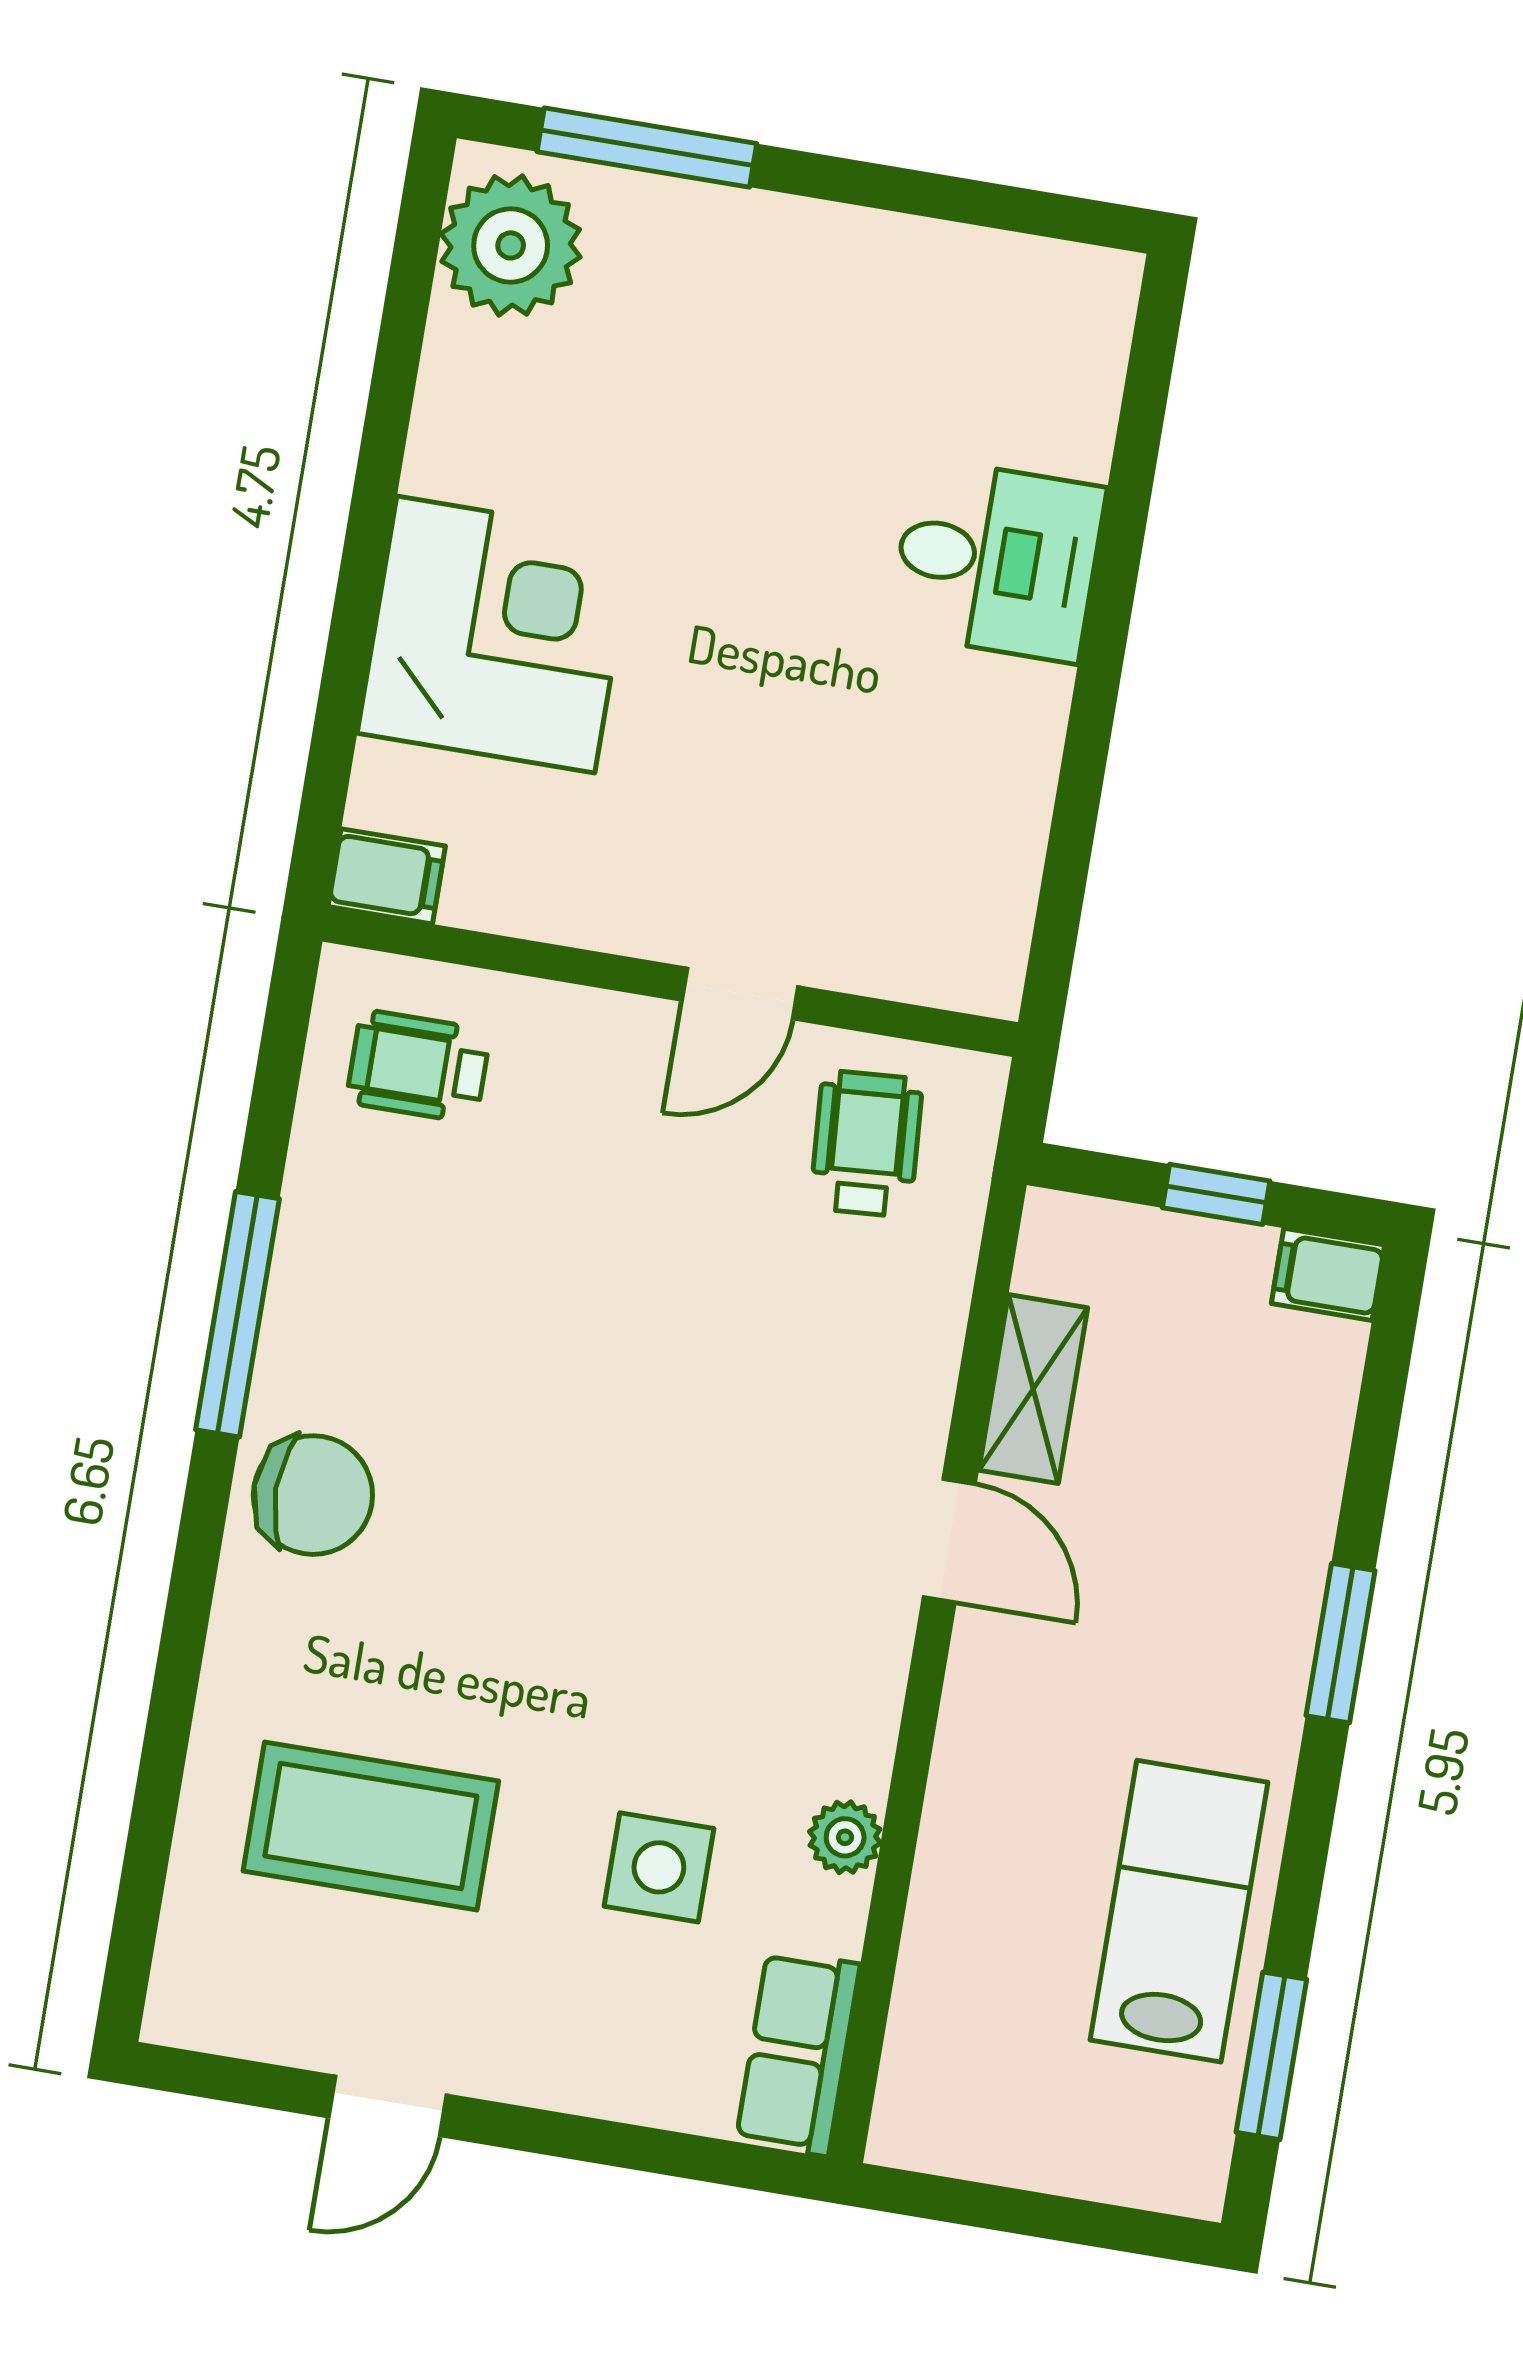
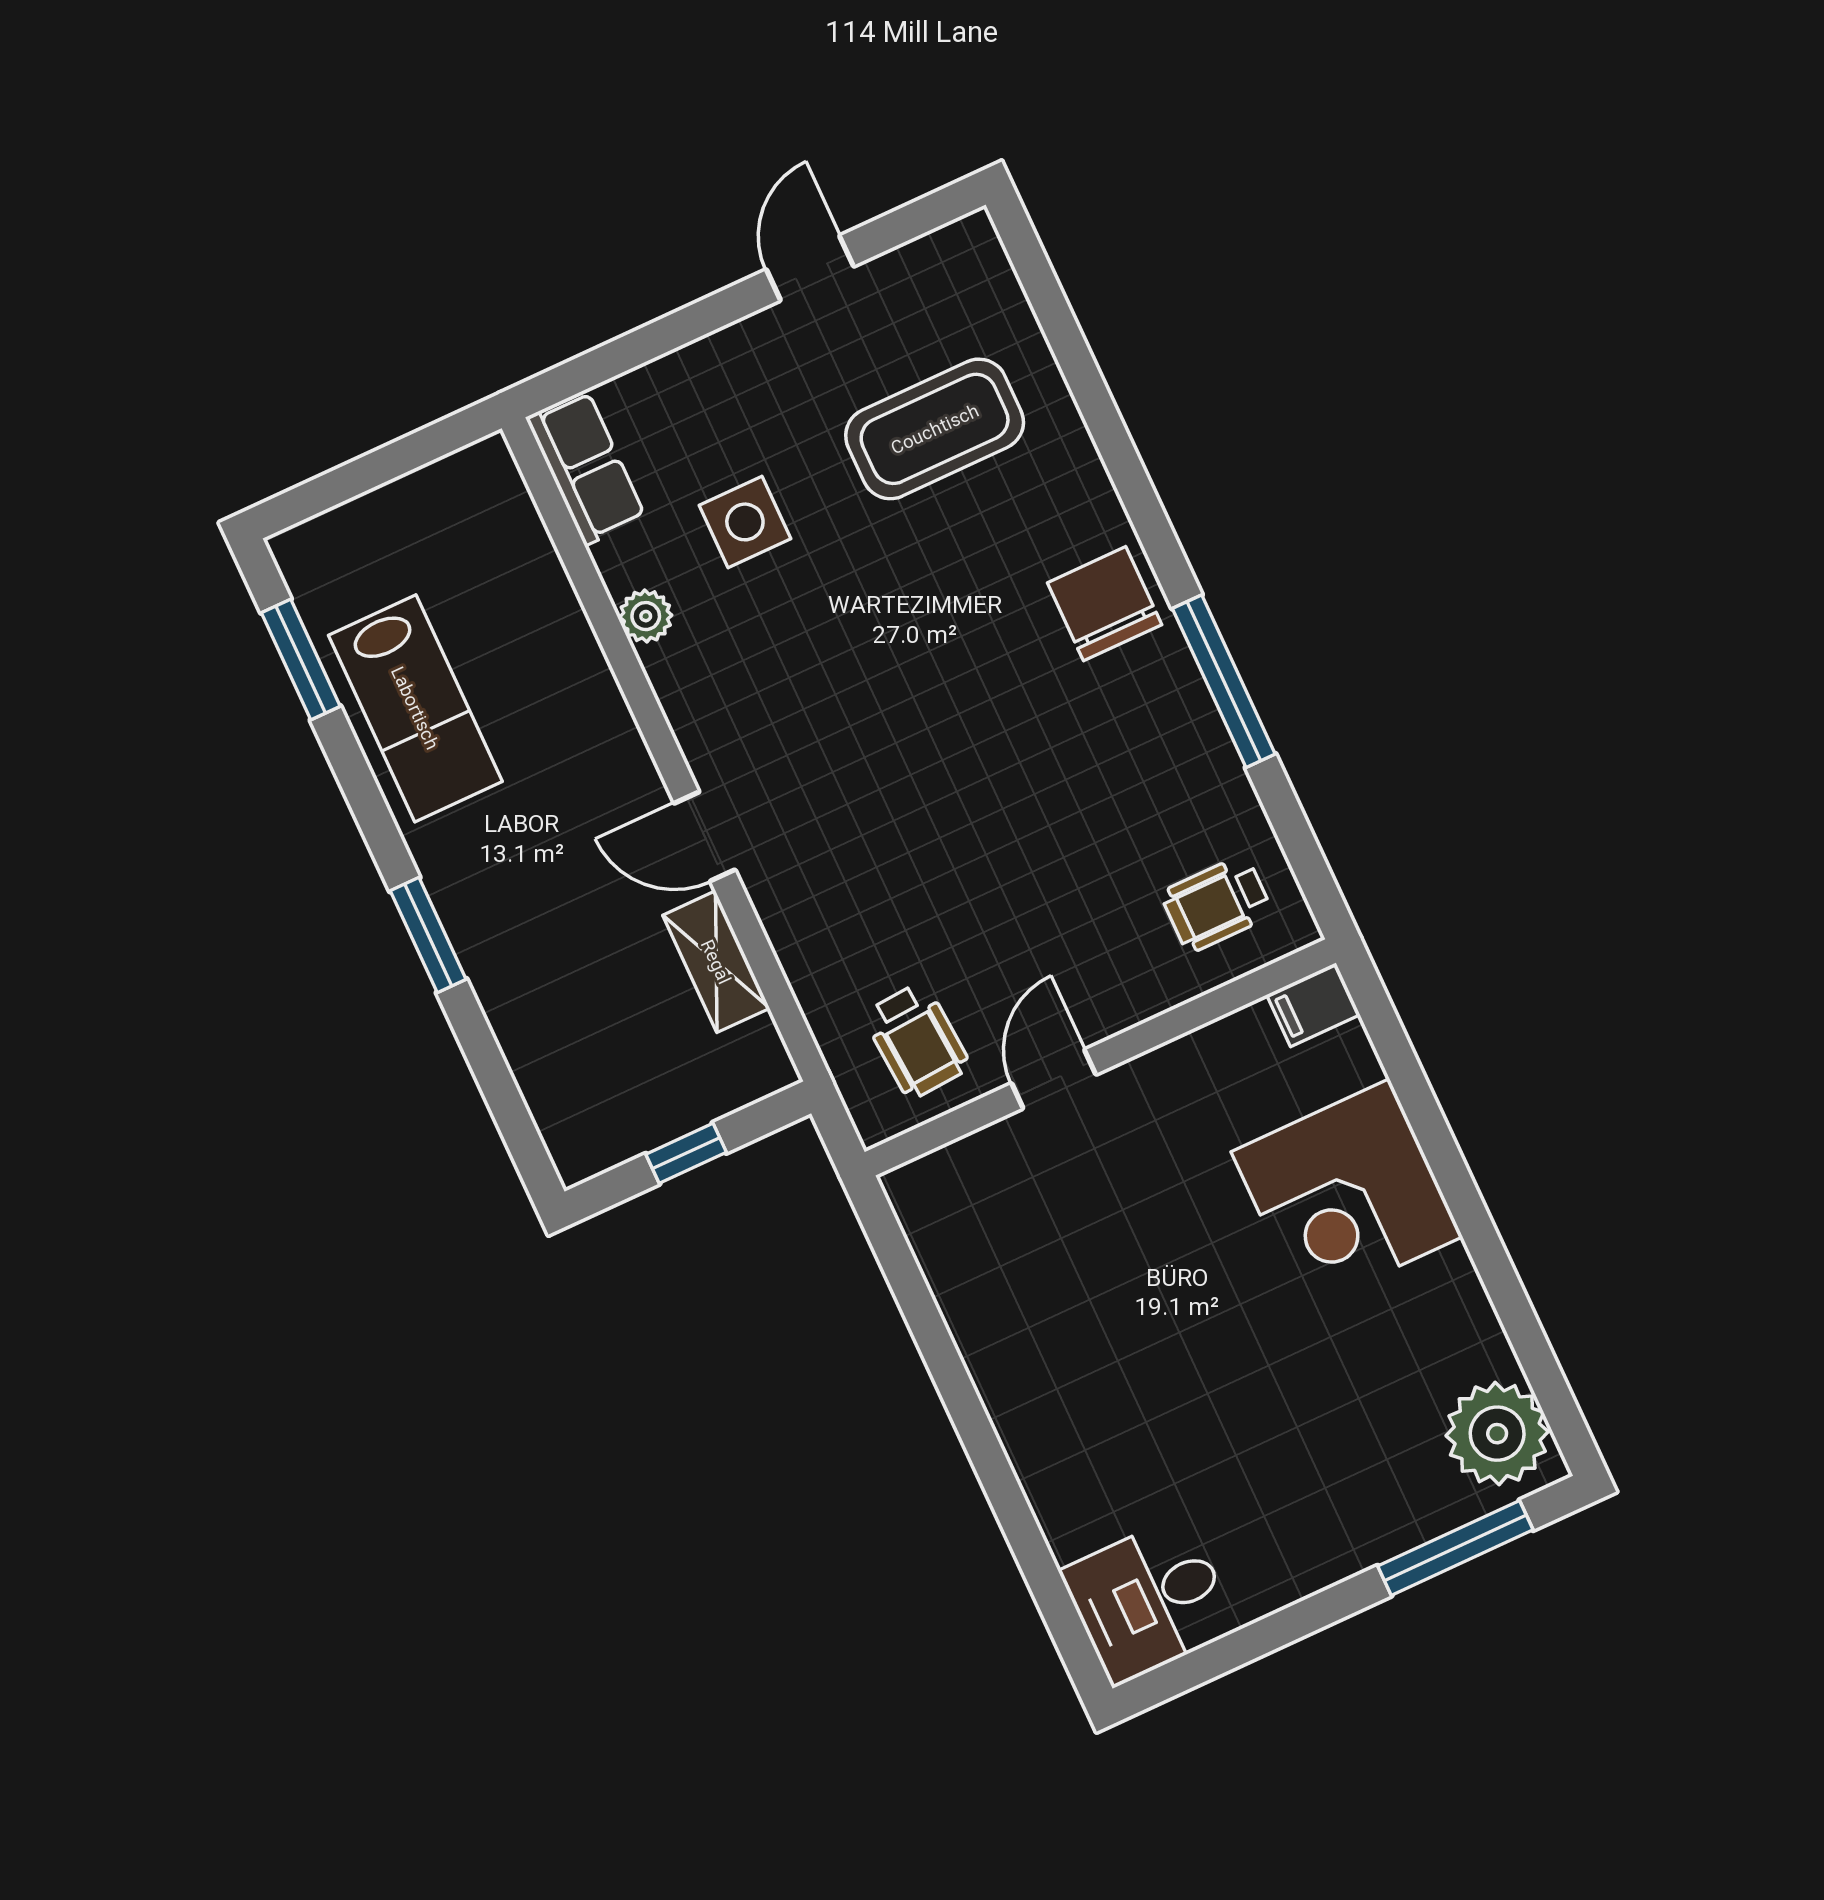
desk: (997, 560) -> (1149, 1600), moved
wheelchair: (418, 1066) -> (1217, 904), turned 180
filing cabinet: (1328, 1274) -> (586, 1151), removed
chair: (313, 1495) -> (1105, 604), turned 90

